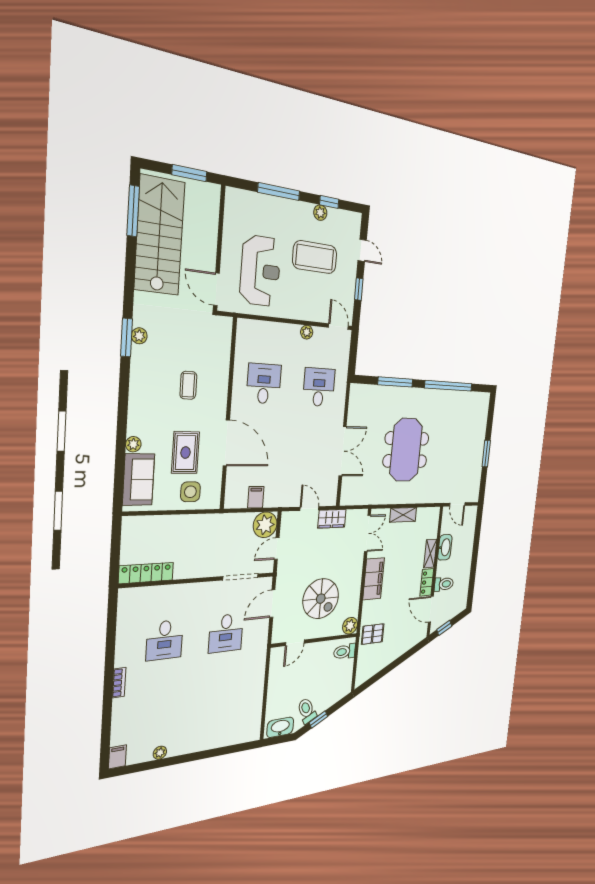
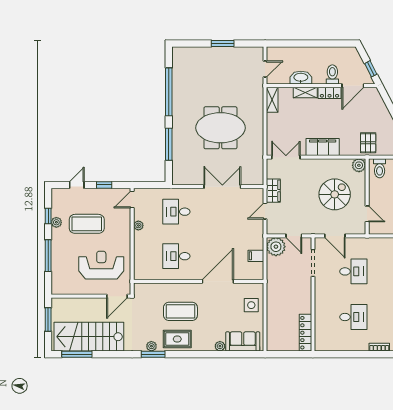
coffee table: (315, 257) -> (87, 224), turned 90
coffee table: (188, 385) -> (180, 311), width x1.86, depth x1.72
rug: (185, 453) -> (177, 339), moved
shelving: (403, 515) -> (272, 100), moved

